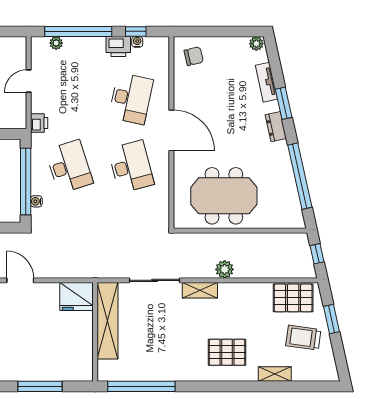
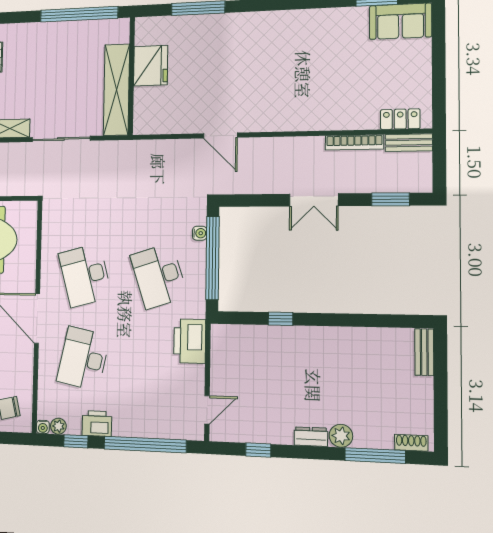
water cooler: (137, 42) -> (43, 427), moved
plant: (56, 43) -> (58, 426), moved
door: (29, 81) -> (207, 410), moved
printer: (39, 123) -> (190, 341), width x1.87, depth x1.48
fridge: (76, 296) -> (151, 66), moved, turned 90

